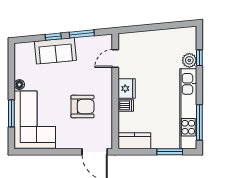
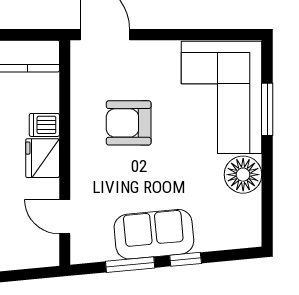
sofa: (55, 51) -> (154, 234), moved
door: (115, 58) -> (65, 217), swing flipped
floor lamp: (19, 85) -> (243, 175), width x1.89, depth x1.89

